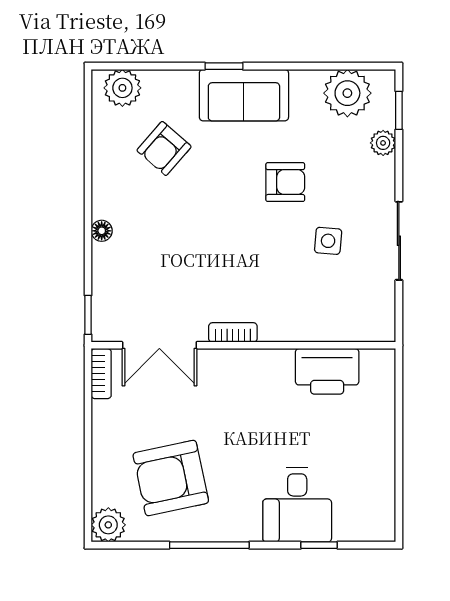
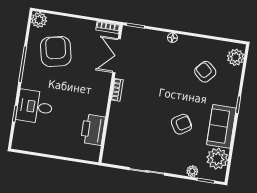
sofa: (244, 95) -> (221, 126), moved
armchair: (285, 182) -> (181, 124), turned -122
side table: (328, 241) -> (152, 139), removed

